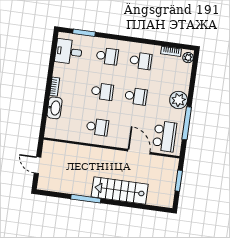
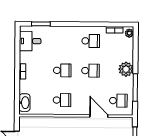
school desk: (107, 56) -> (63, 41), removed
washbasin: (55, 108) -> (24, 103), moved
school desk: (165, 136) -> (118, 101), width x0.54

